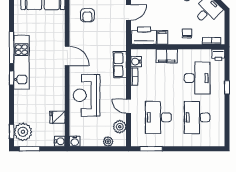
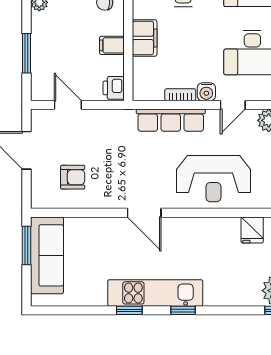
printer: (144, 36) -> (114, 88), width x0.53, depth x0.68
window: (12, 47) -> (129, 310), width x0.46
door: (67, 56) -> (144, 213), swing flipped
water cooler: (136, 62) -> (206, 92), moved
row of seats: (120, 65) -> (171, 120), width x1.48

